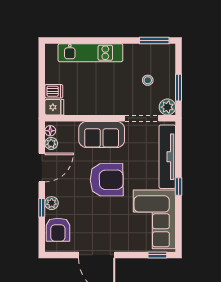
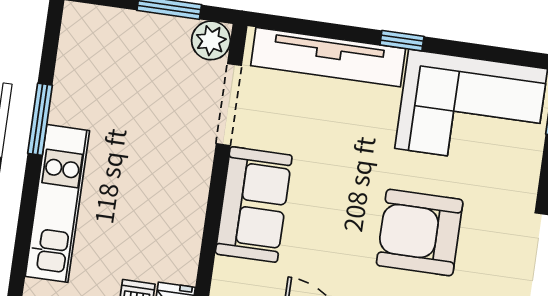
window: (154, 41) -> (40, 119), moved
stool: (148, 80) -> (141, 78), removed
armchair: (107, 180) -> (420, 233), moved, turned -89

